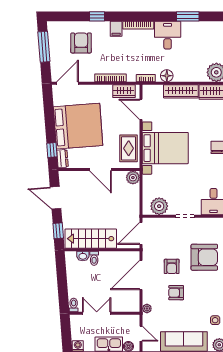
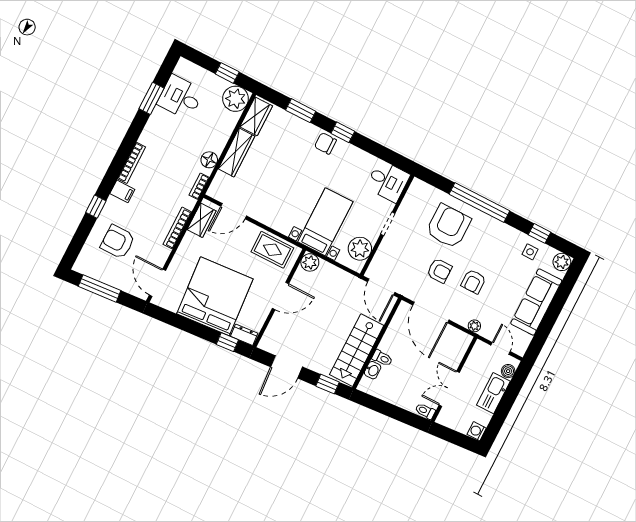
desk: (168, 35) -> (180, 97), moved
bed with nightstands: (165, 148) -> (325, 222), moved, width x0.73
door: (141, 334) -> (501, 348), hinge flipped

